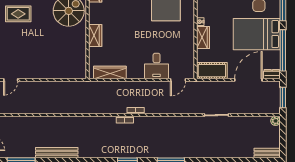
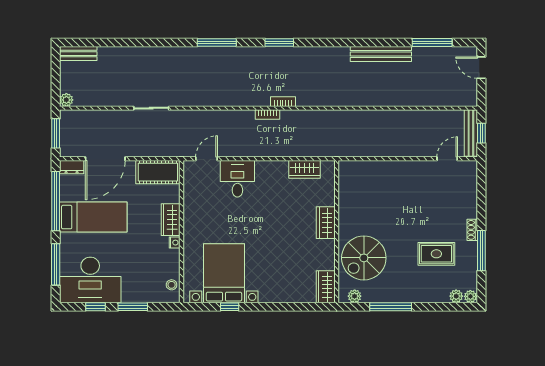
bed: (257, 34) -> (93, 217), width x0.67
wardrobe: (110, 72) -> (305, 169), width x0.67

